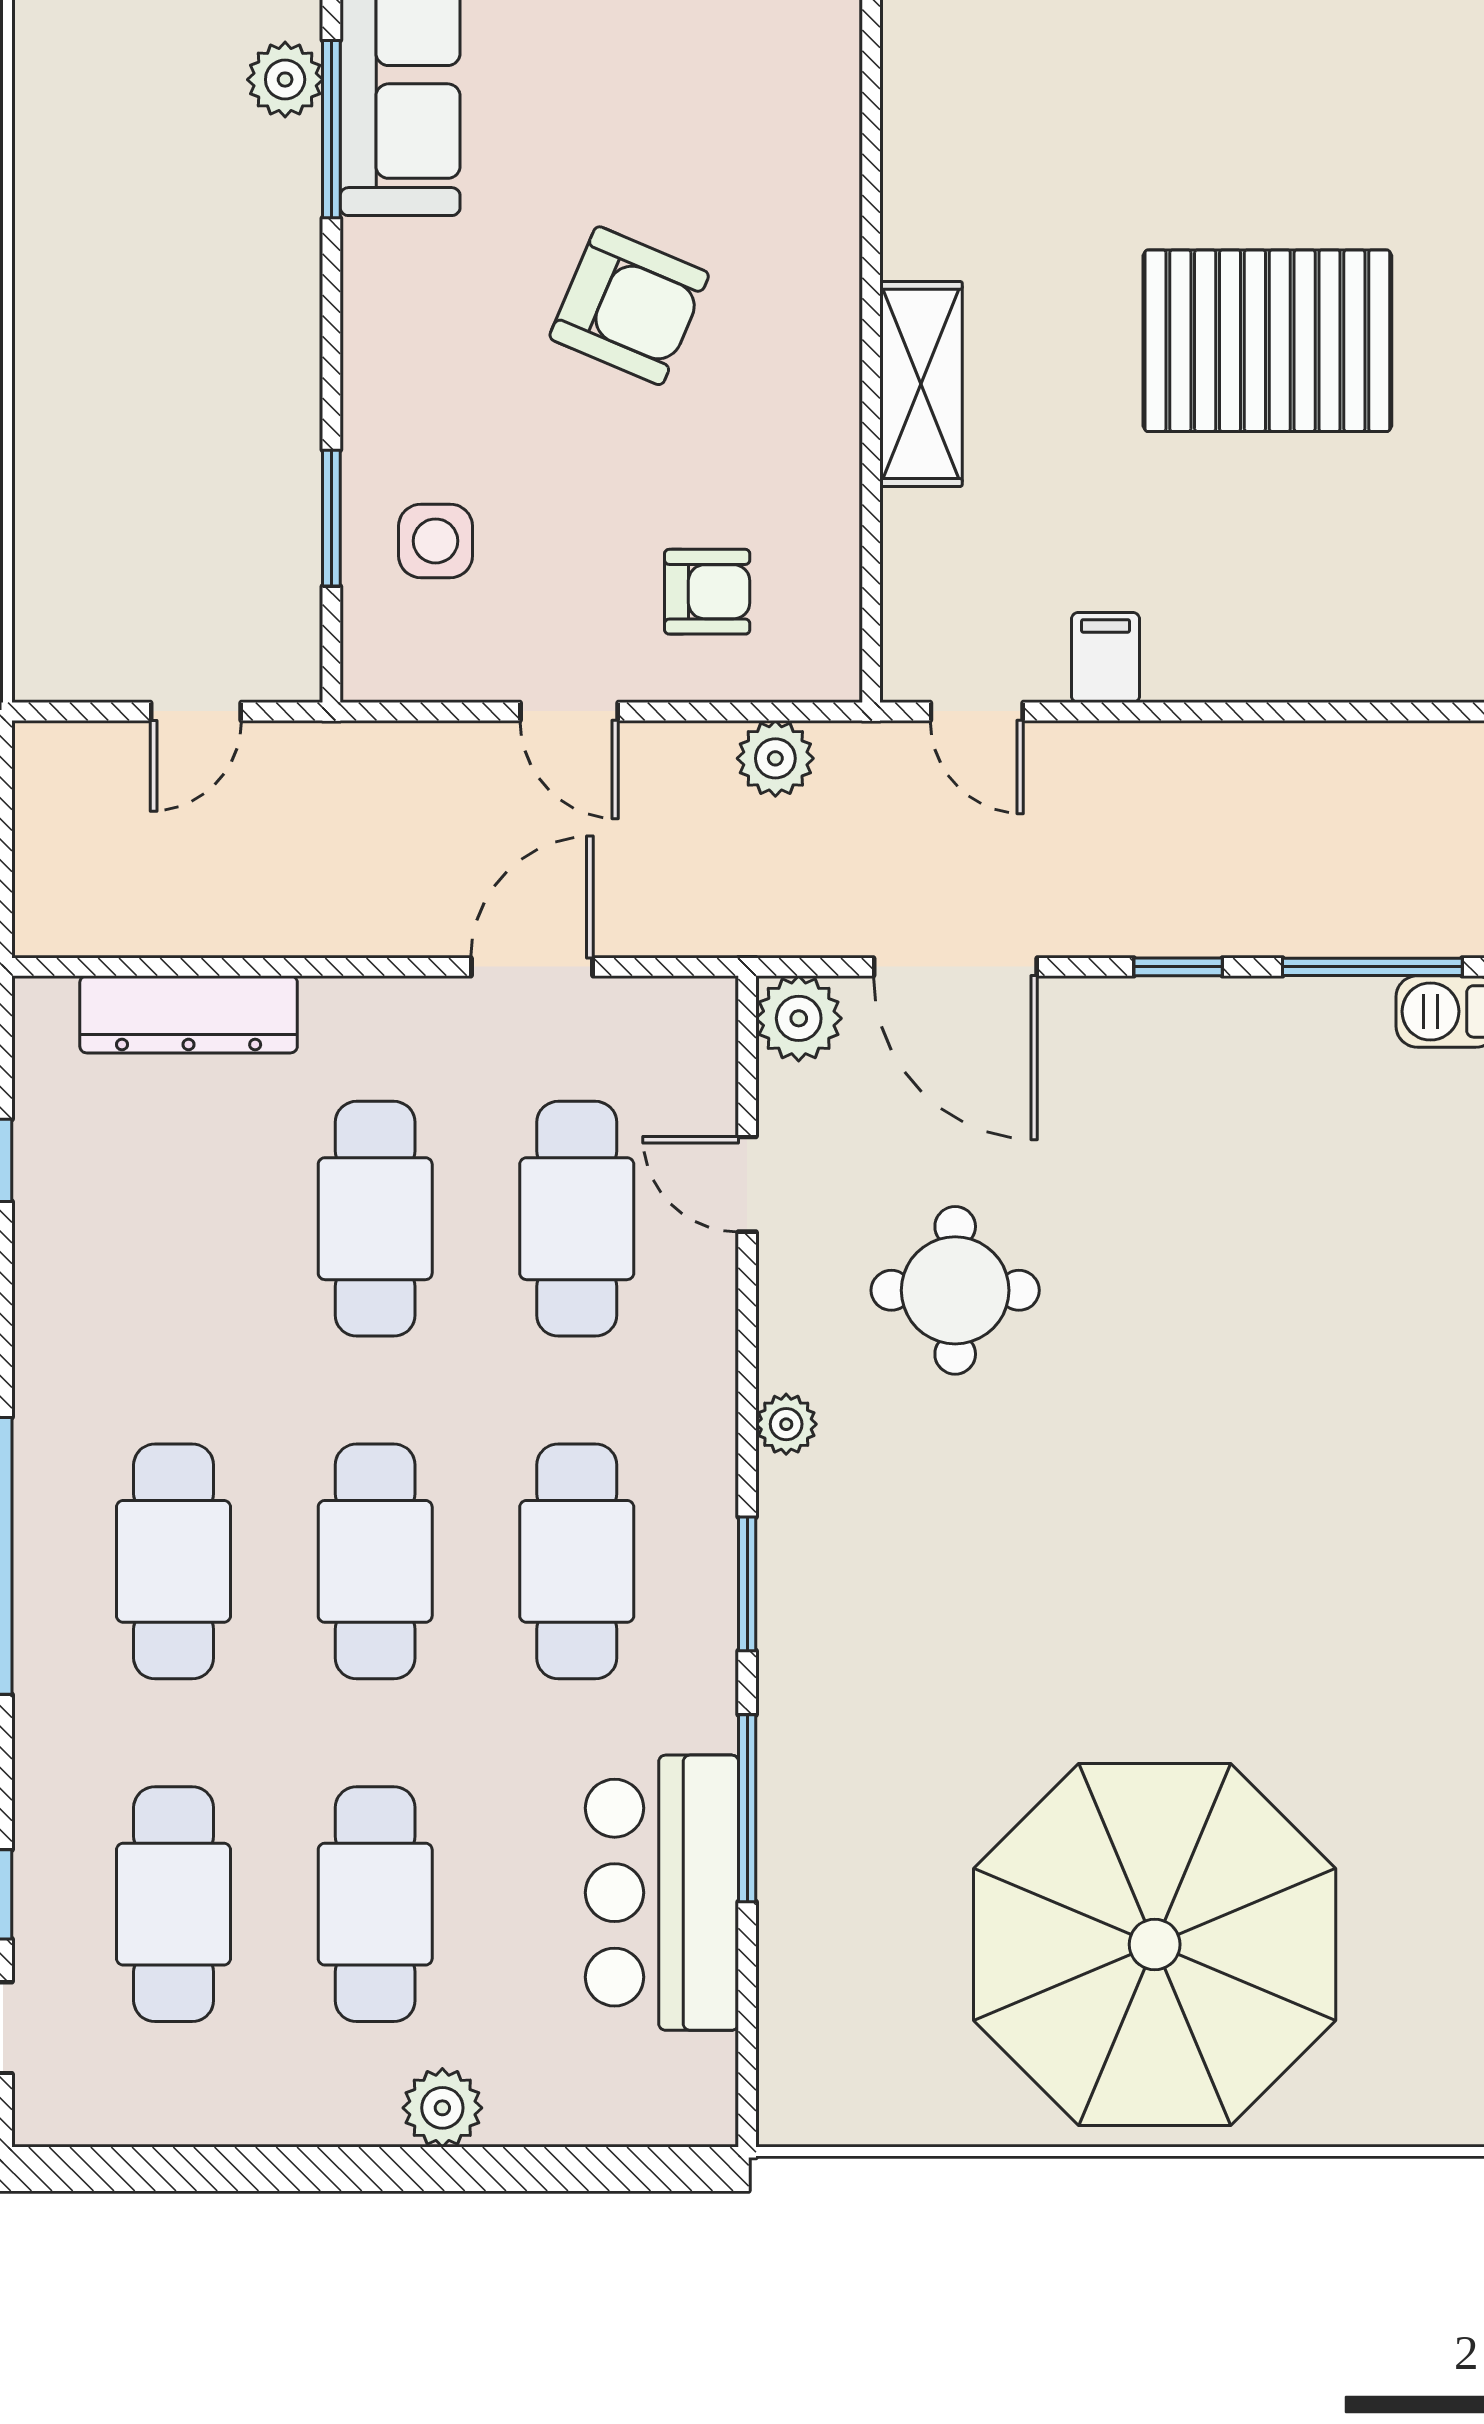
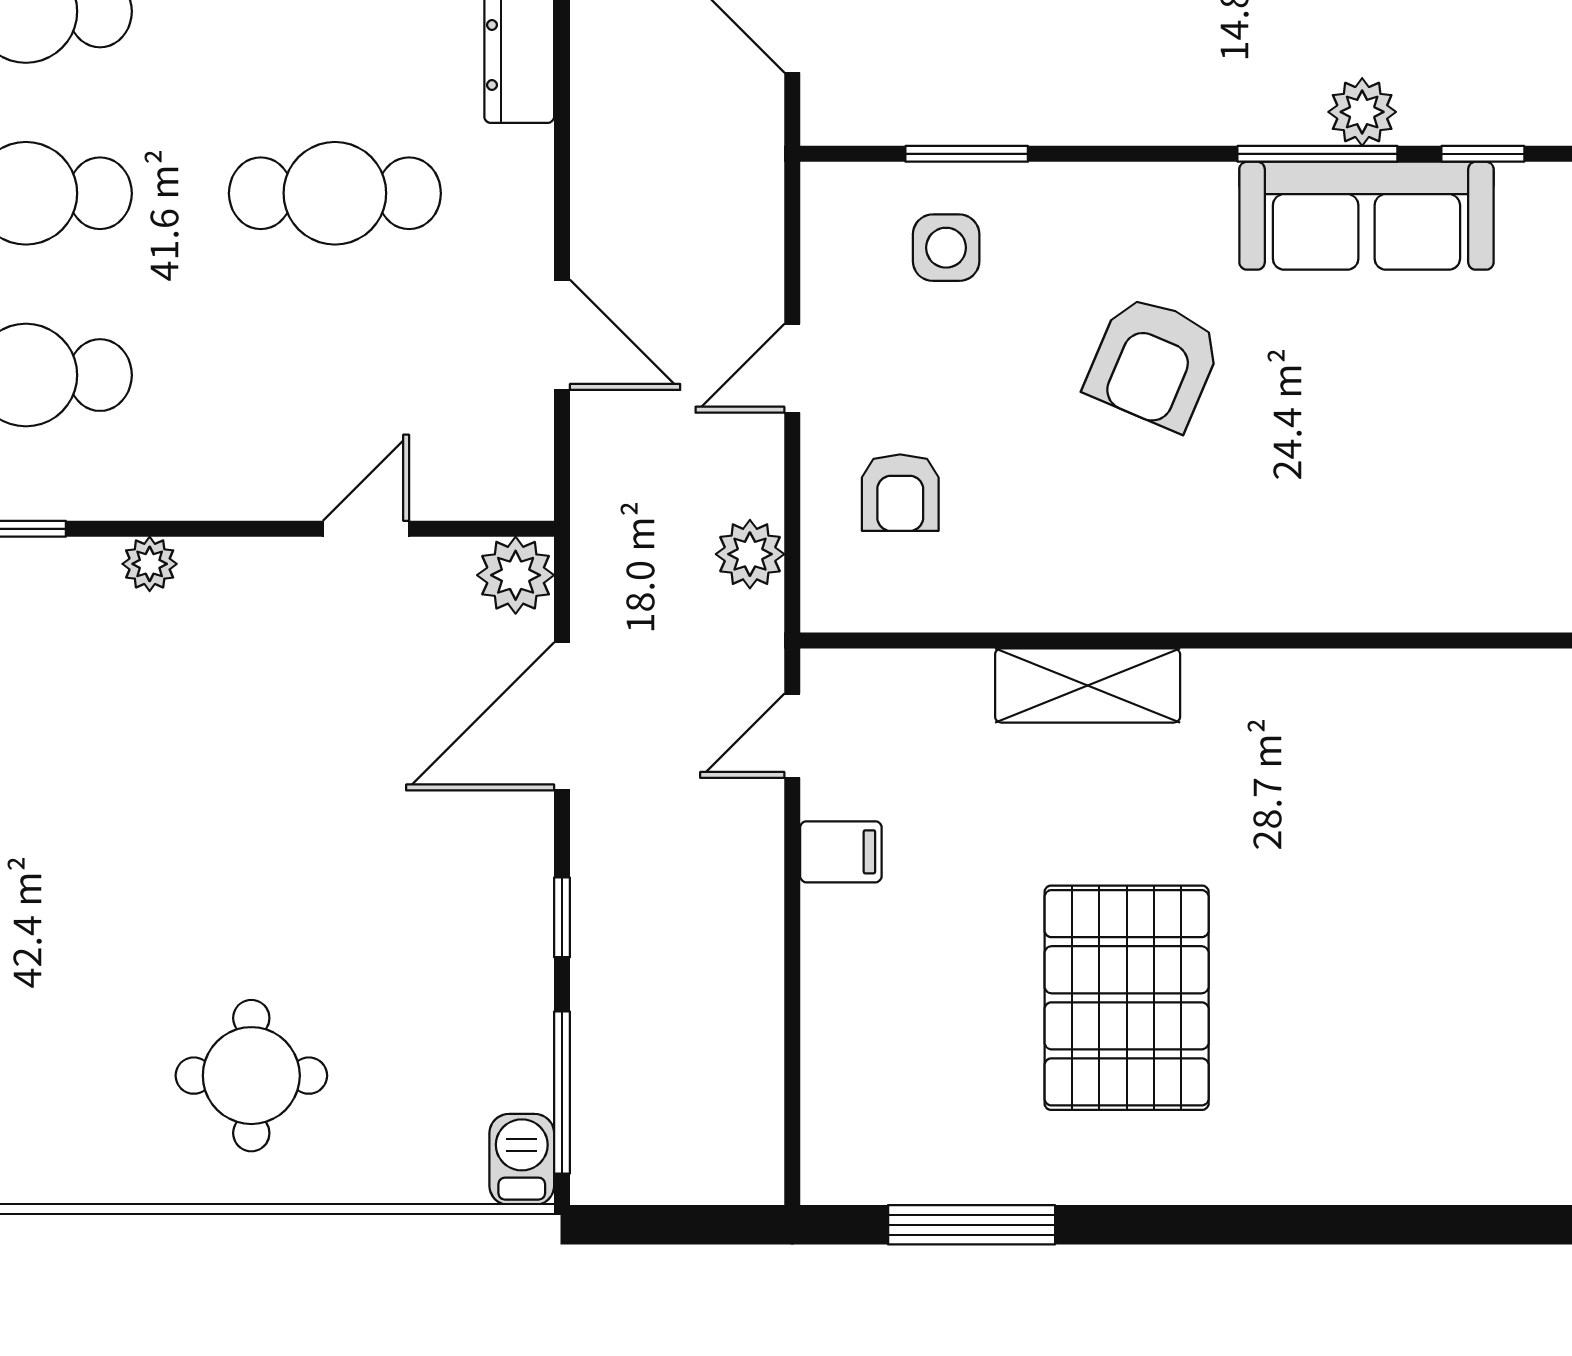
armchair: (629, 306) -> (1154, 362), moved
cafe table: (577, 1219) -> (335, 375), removed
round table: (955, 1290) -> (251, 1076), moved

